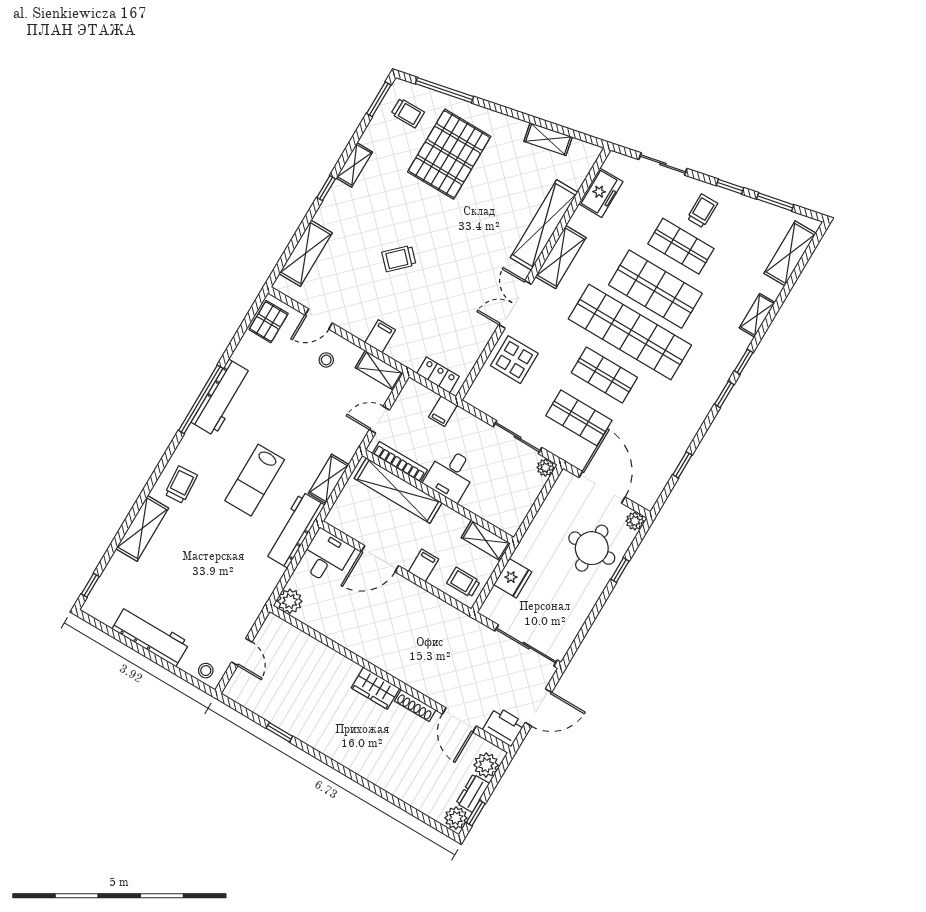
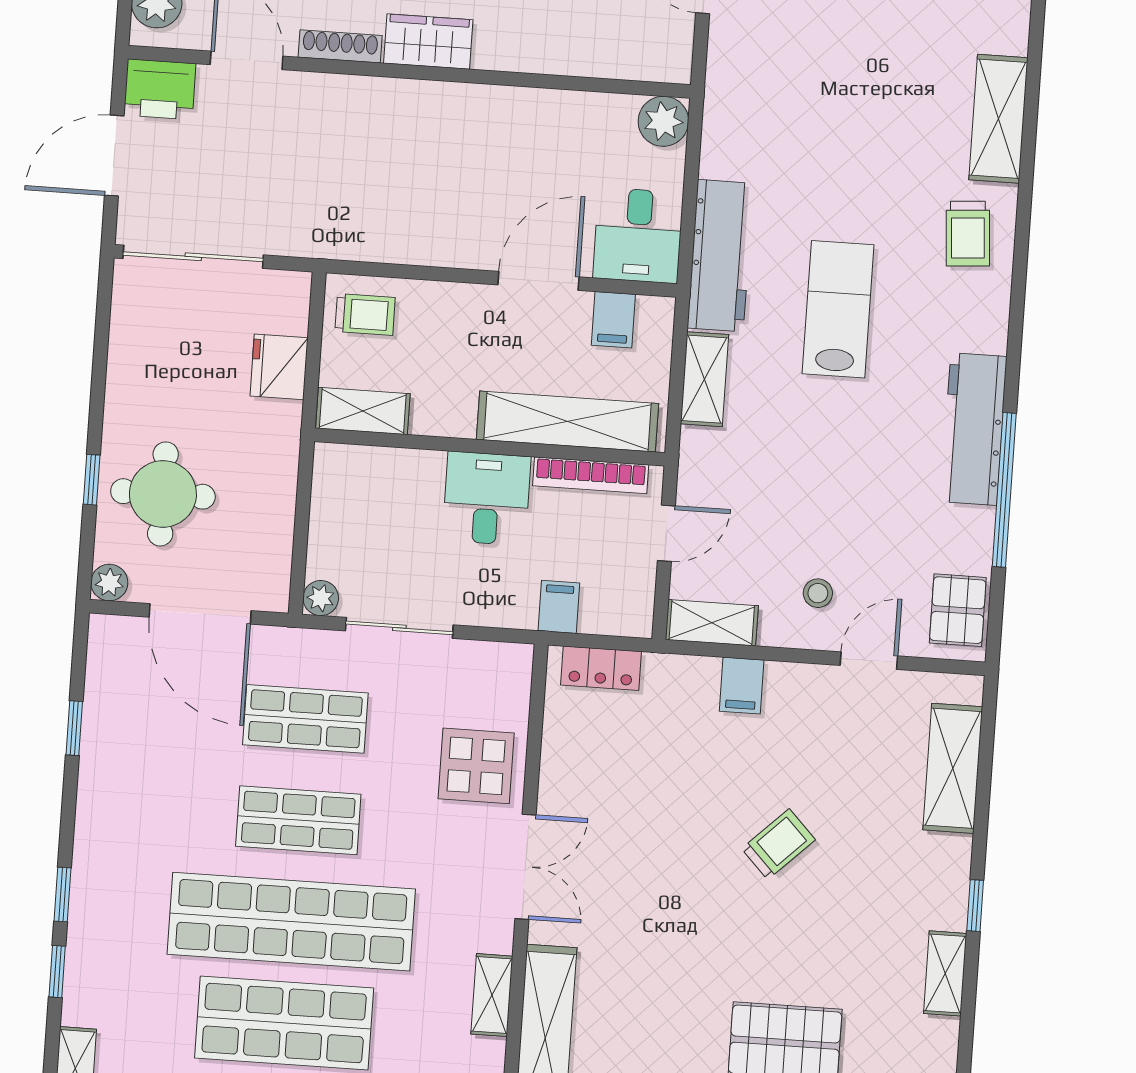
shelving: (561, 257) -> (492, 995), width x0.67, depth x0.75
window: (201, 399) -> (1004, 490), moved
filing cabinet: (423, 565) -> (613, 320), moved

